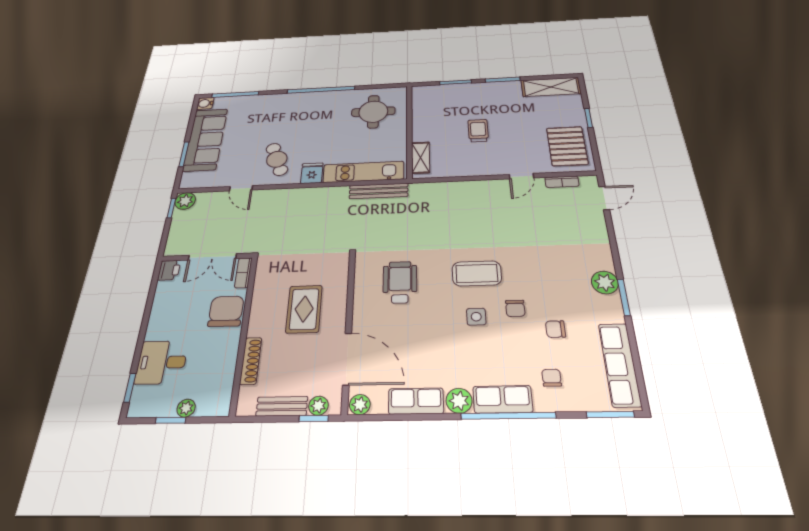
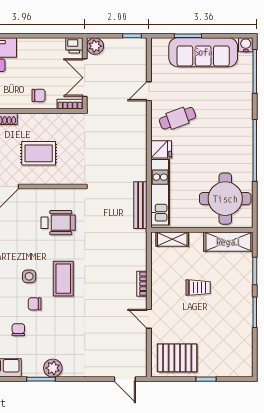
shelving: (551, 87) -> (228, 242), moved, turned 90
round table: (373, 112) -> (225, 199), width x1.36, depth x1.36
bookcase: (562, 182) -> (142, 284), moved
plant: (185, 201) -> (95, 46), moved
chair: (226, 311) -> (39, 95), width x0.54, depth x0.54

